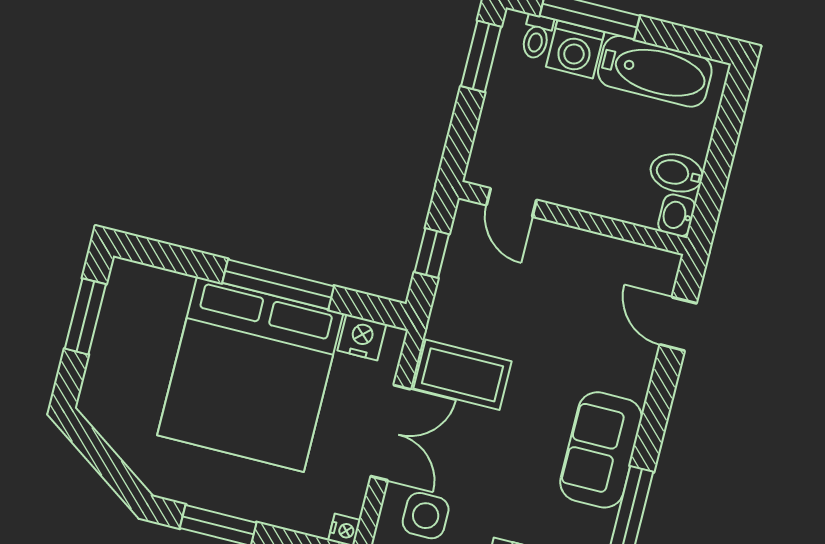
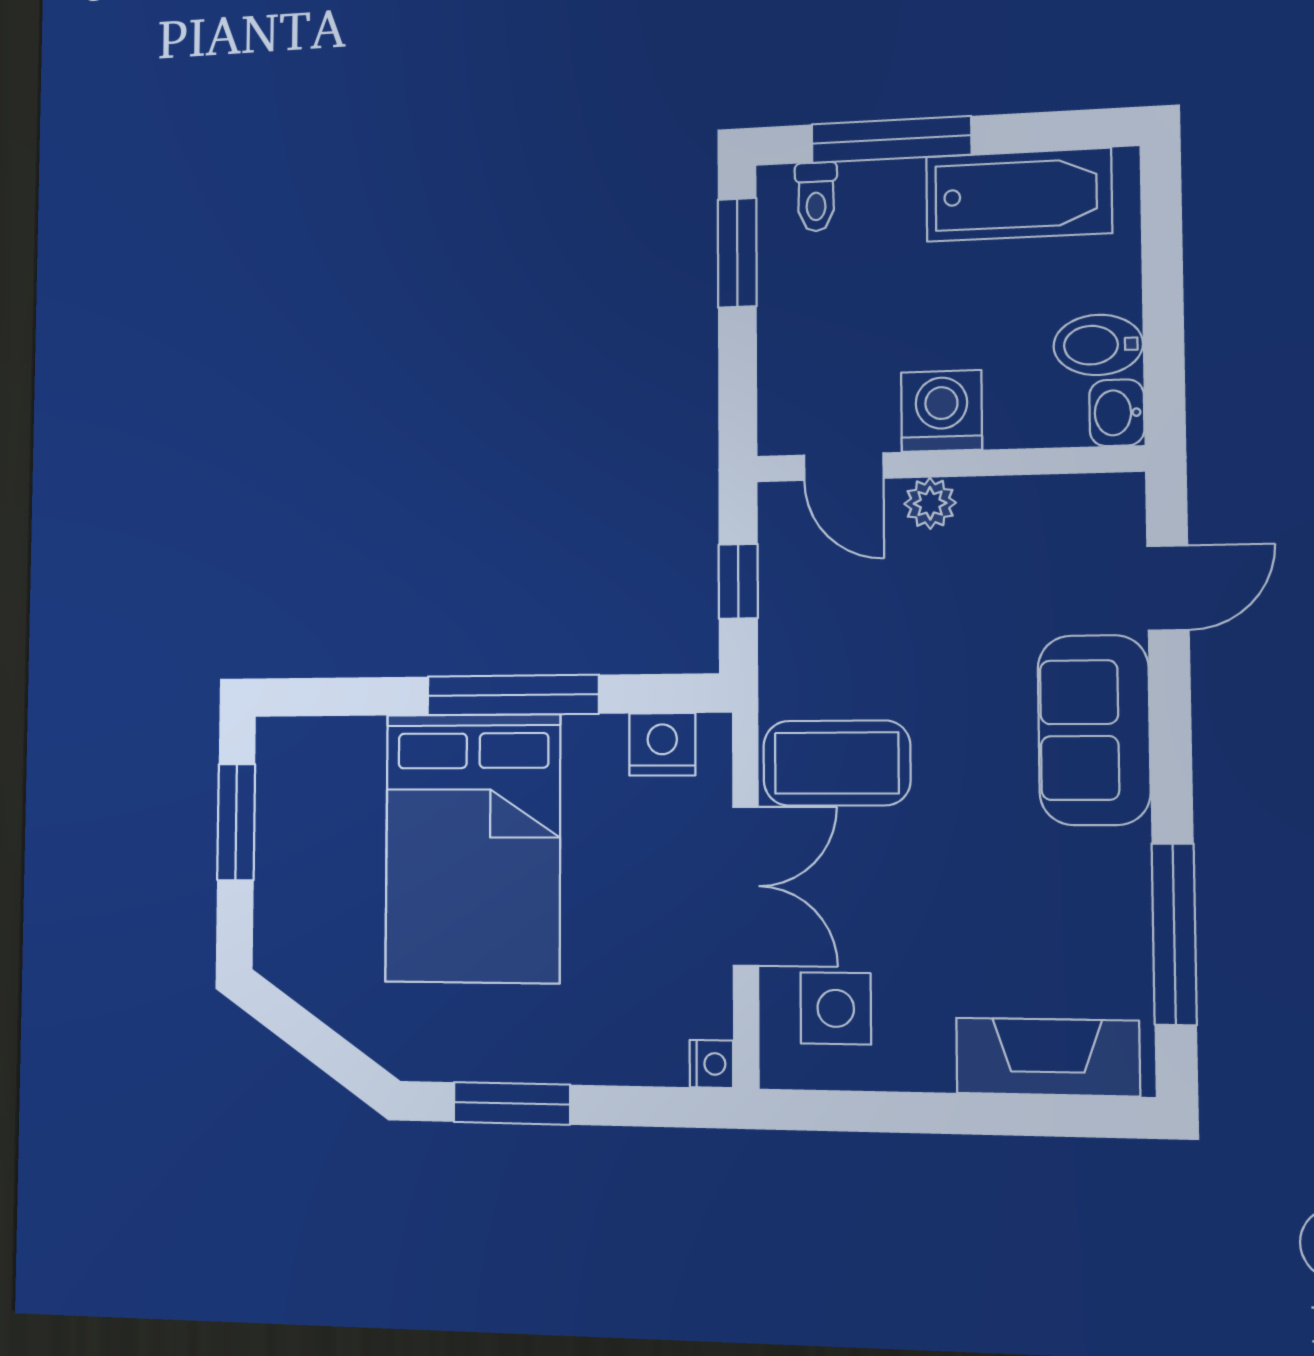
washing machine: (575, 49) -> (941, 411), moved, turned 180
plant: (556, 238) -> (930, 503), added
door: (678, 324) -> (1168, 588), swing flipped
bed: (250, 374) -> (473, 848), width x0.73
sofa: (601, 450) -> (1094, 730), moved

